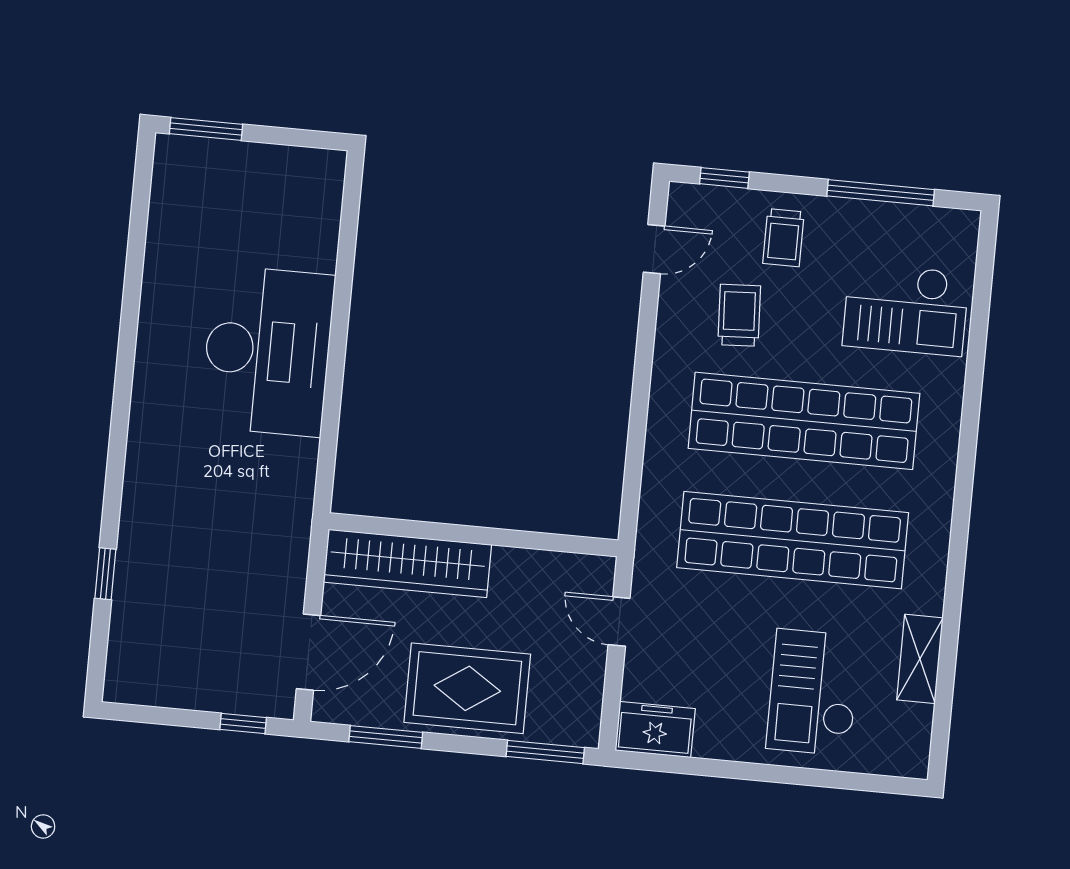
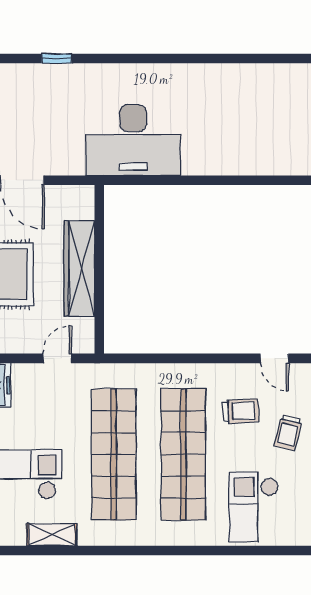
trolley: (783, 238) -> (288, 433), turned -76
desk: (268, 351) -> (133, 140), moved
wardrobe: (407, 563) -> (79, 269), moved

